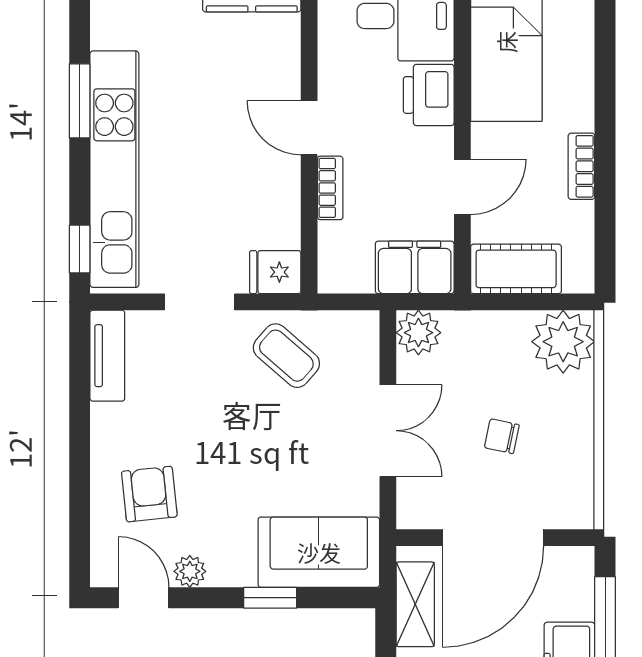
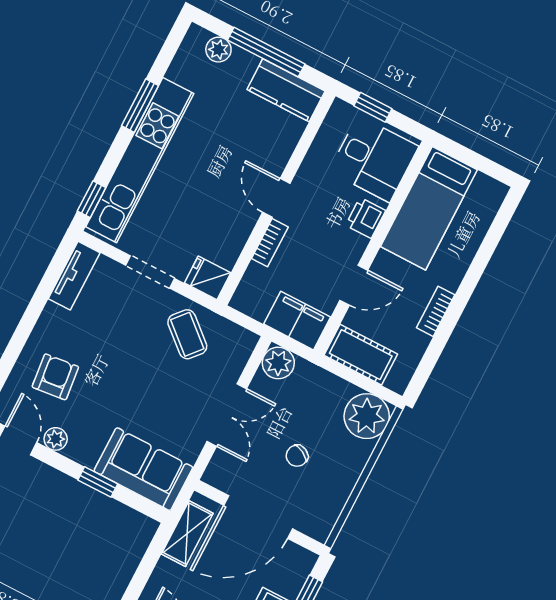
printer: (429, 95) -> (366, 218), width x0.73, depth x0.81
chair: (502, 436) -> (297, 456), turned -74

